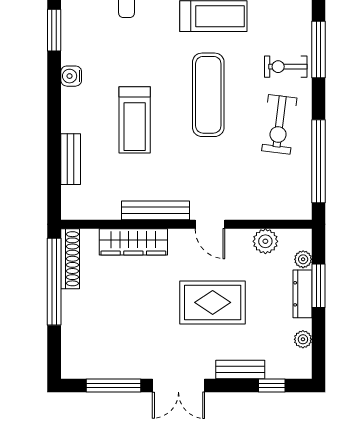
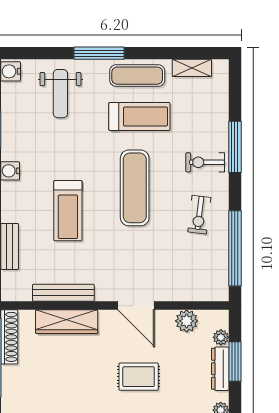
exercise bike: (279, 124) -> (199, 215), width x0.73, depth x0.72
bench: (155, 210) -> (63, 293), moved
door: (210, 224) -> (136, 306), width x1.38
rug: (213, 302) -> (139, 377), width x0.73, depth x0.70

